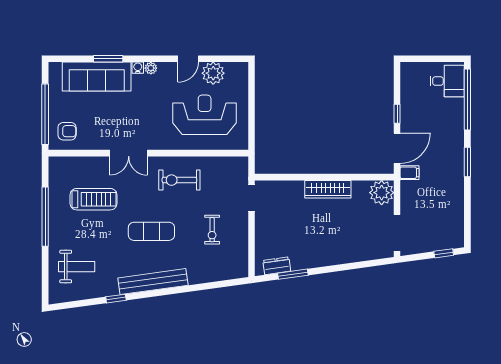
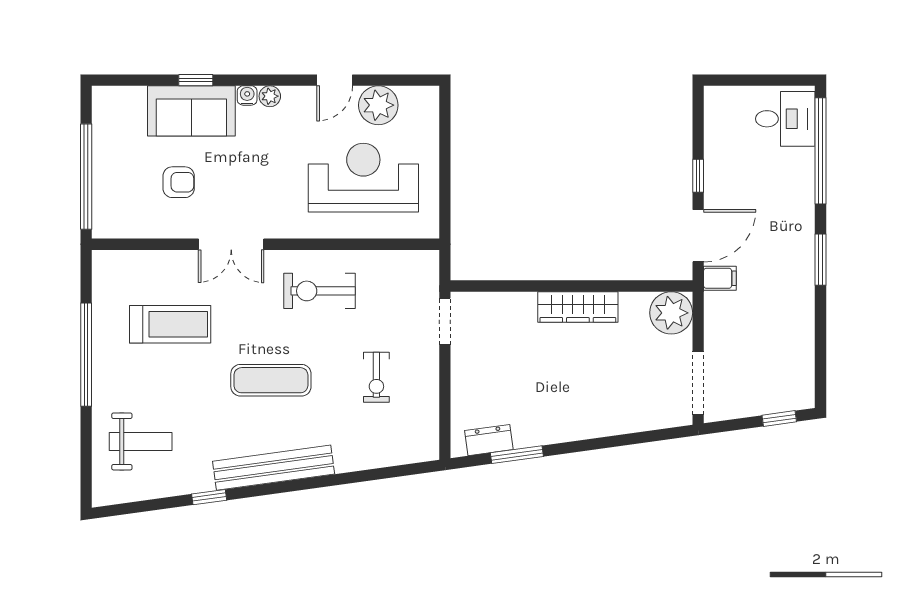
window: (108, 59) -> (196, 80), width x0.67
sofa: (97, 77) -> (191, 111), width x0.73
armchair: (67, 131) -> (179, 182), moved

